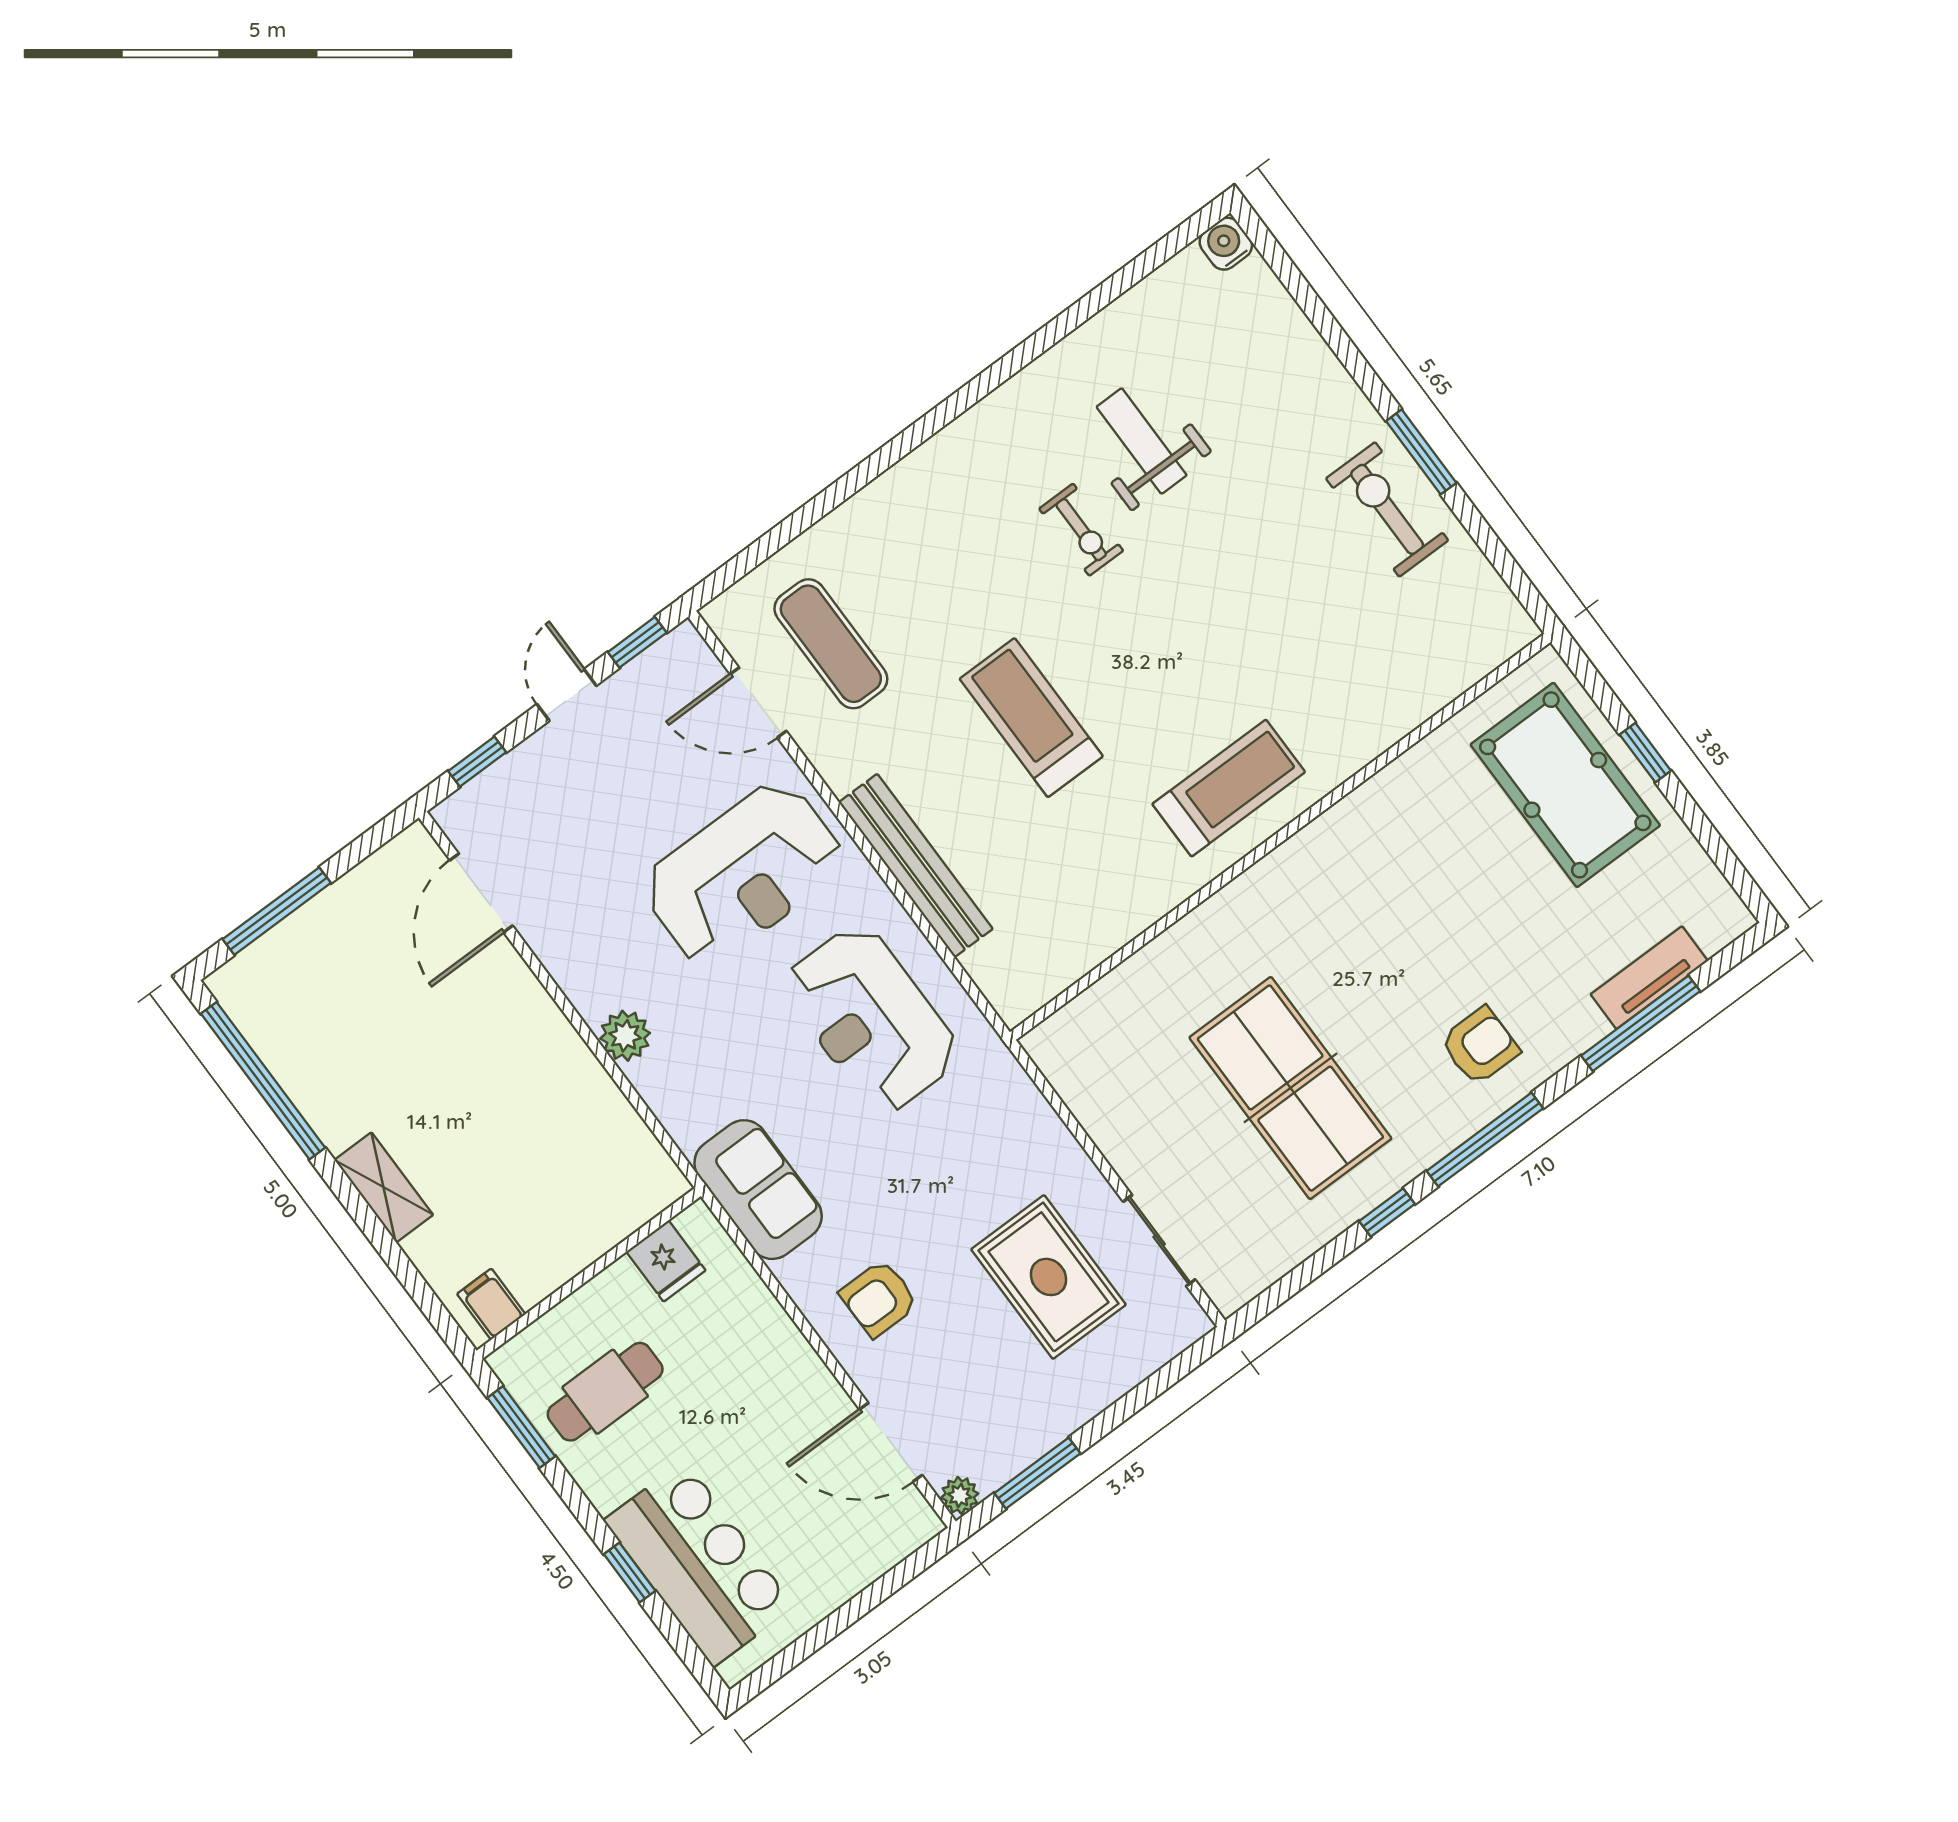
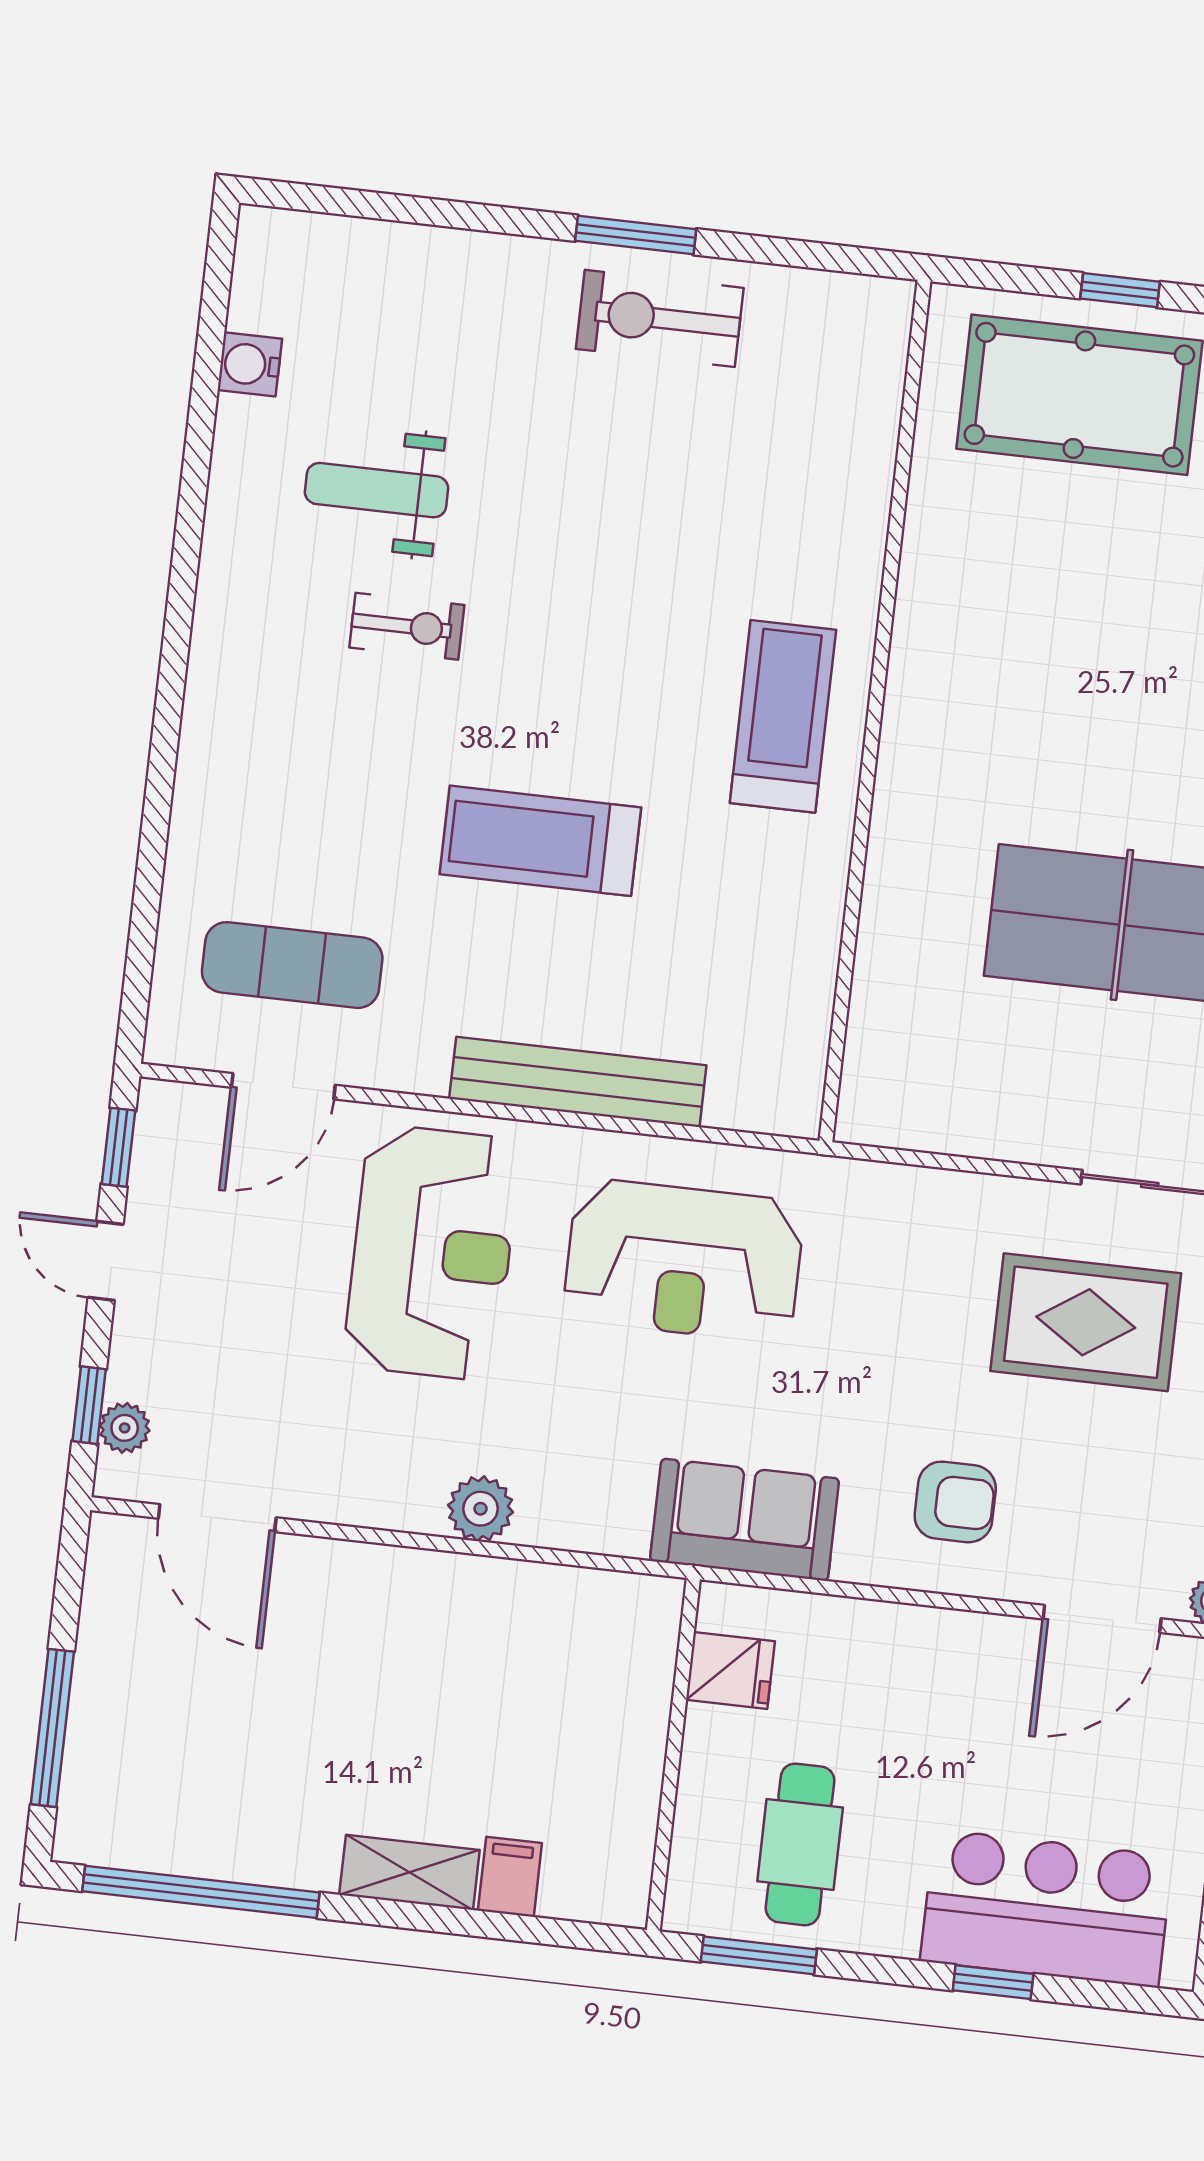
water cooler: (1226, 244) -> (250, 364), moved
plant: (483, 794) -> (125, 1428), added
armchair: (879, 1298) -> (955, 1502), turned -90
filing cabinet: (491, 1304) -> (510, 1877), moved, turned 90

